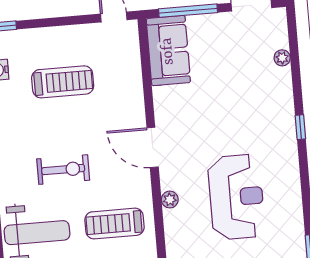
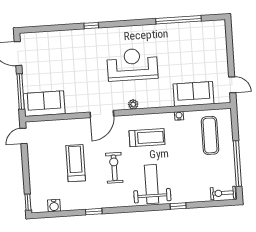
plant: (282, 58) -> (50, 36), removed
treadmill: (63, 82) -> (76, 163), moved
treadmill: (115, 224) -> (147, 138), turned -90

